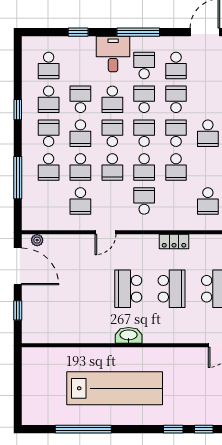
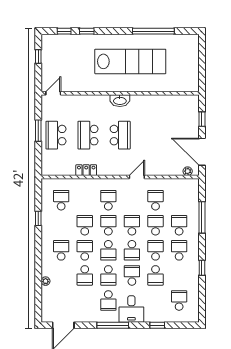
school desk: (176, 65) -> (85, 300), removed
school desk: (49, 99) -> (179, 275), removed
school desk: (49, 133) -> (179, 250), turned 180
school desk: (176, 133) -> (85, 250), turned 180
school desk: (144, 201) -> (108, 200), turned 180
lab bench: (115, 388) -> (130, 61), turned 180

